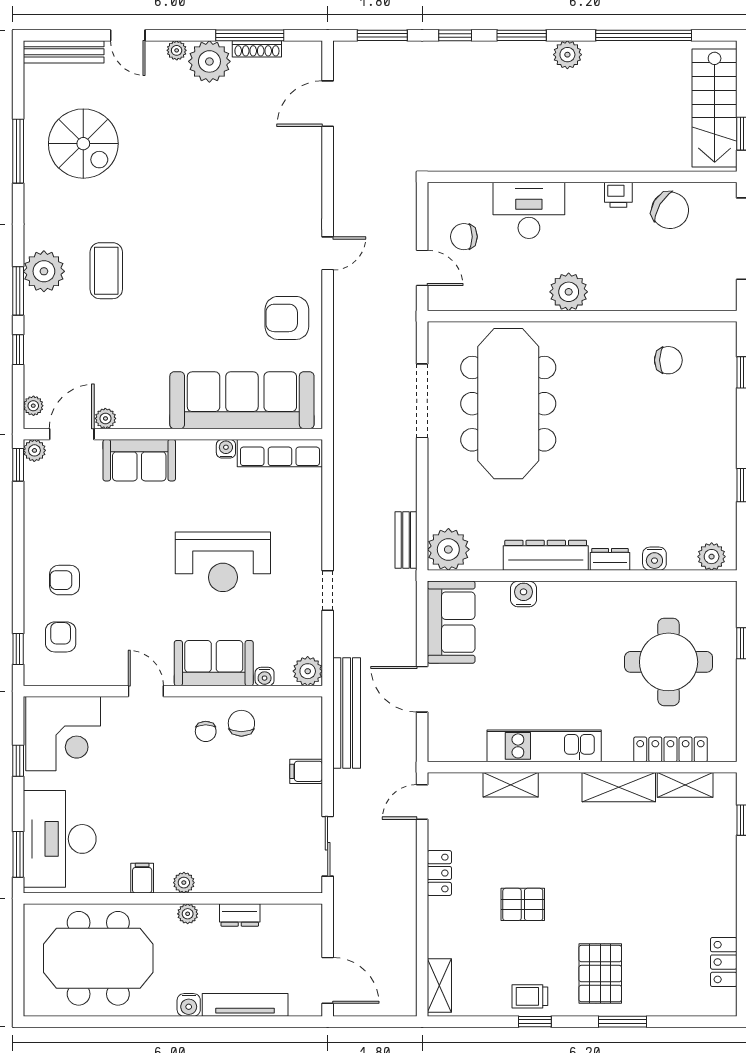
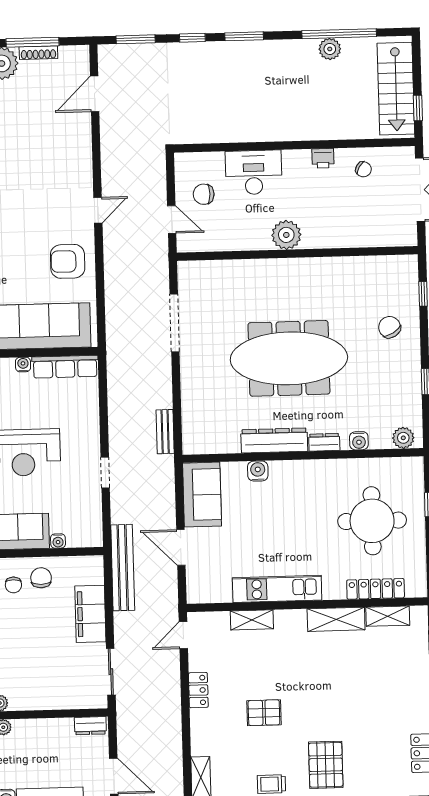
plant: (567, 55) -> (330, 49), moved
chair: (670, 210) -> (363, 169), width x0.54, depth x0.54
chair: (668, 360) -> (390, 327), moved, turned -121
meeting table: (508, 404) -> (289, 358), moved, turned 90
plant: (448, 549) -> (198, 438), removed
plant: (308, 671) -> (91, 536), removed
filing cabinet: (306, 771) -> (90, 614), width x3.00, depth x1.17
dresser: (240, 915) -> (90, 726), moved

